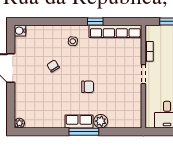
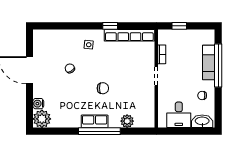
water cooler: (20, 31) -> (38, 104), moved
plant: (101, 121) -> (127, 121), moved
plant: (19, 123) -> (42, 119), width x1.87, depth x1.87
window: (84, 132) -> (99, 131), width x1.46

